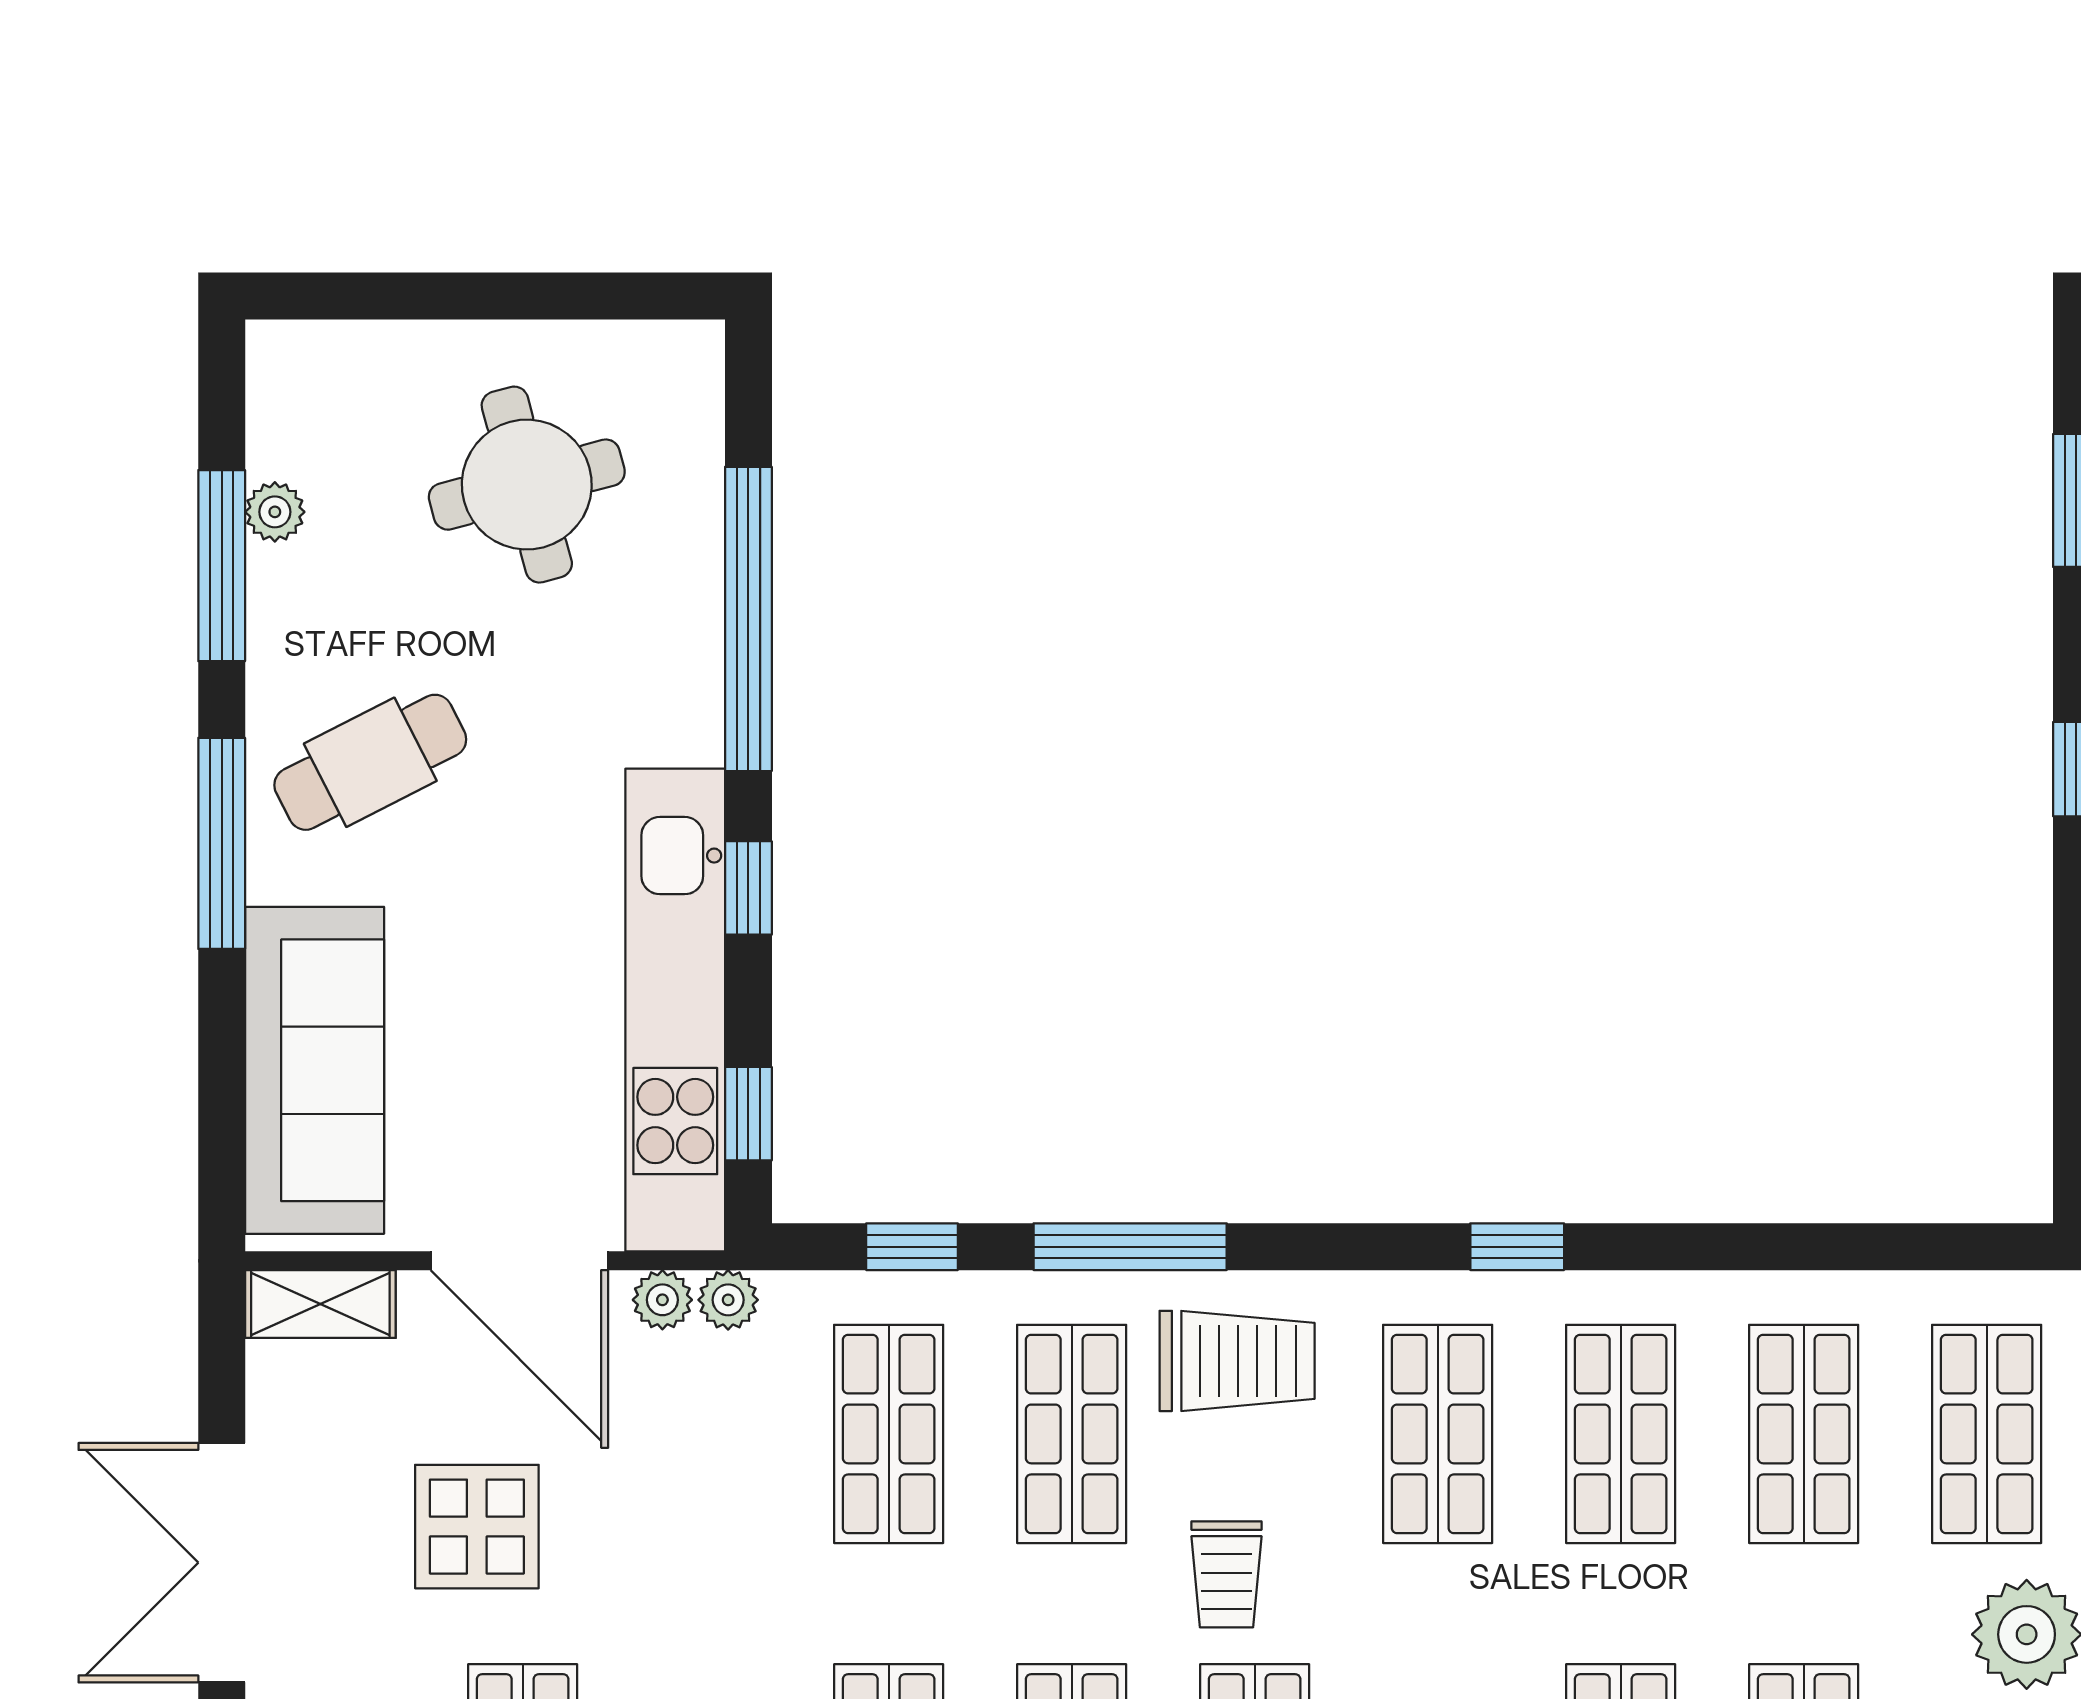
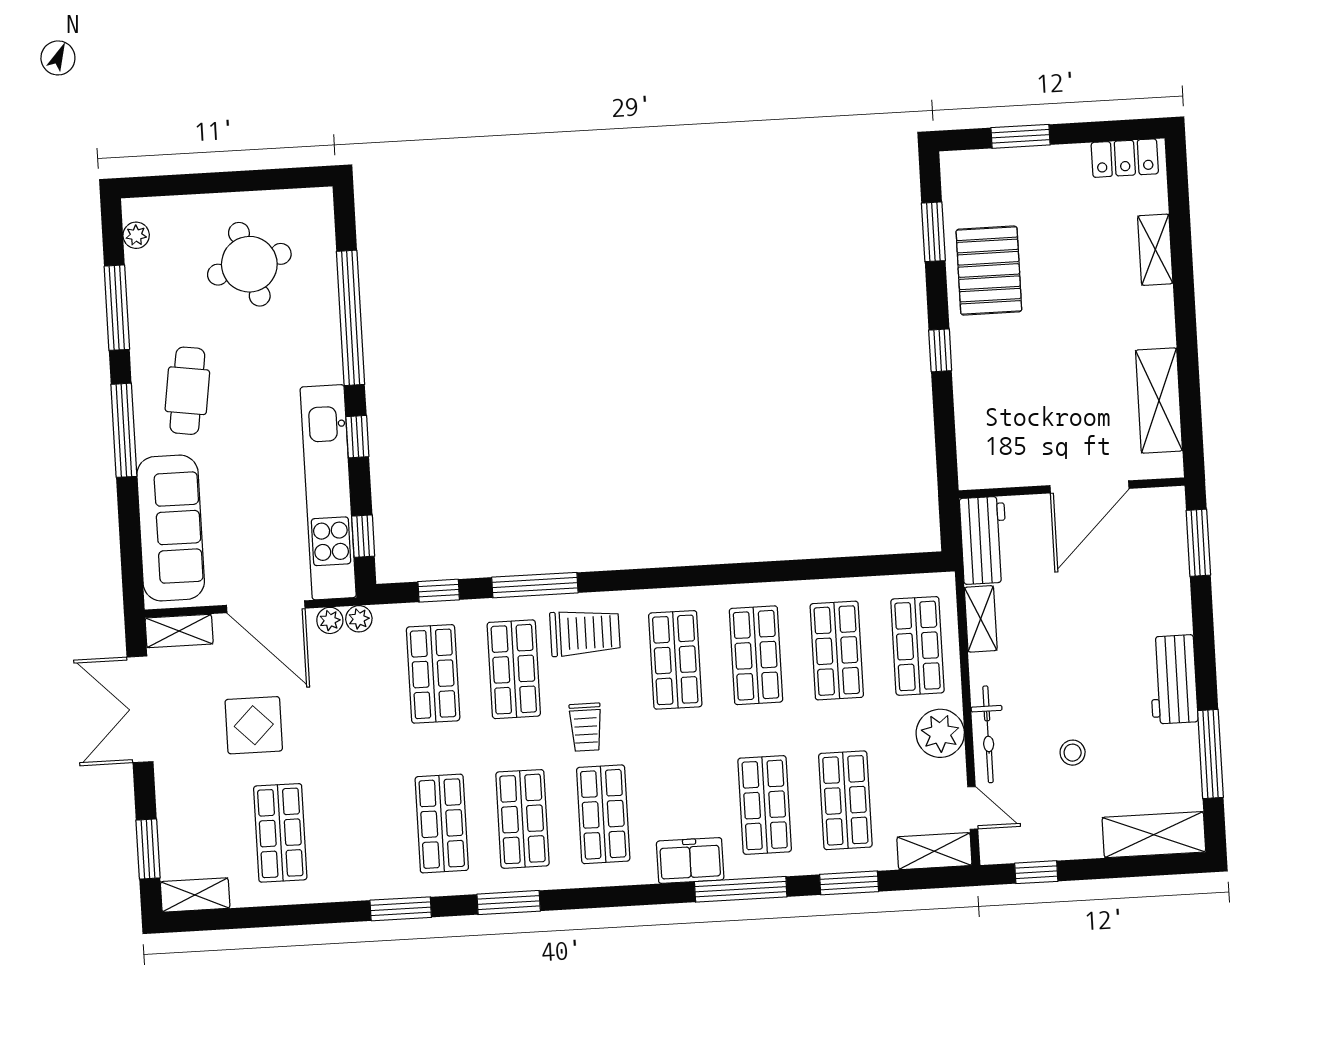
plant: (275, 512) -> (136, 235), moved
cafe table: (370, 762) -> (187, 391), turned -55
window: (1517, 1247) -> (706, 575), removed
double door: (222, 1563) -> (140, 709), moved

